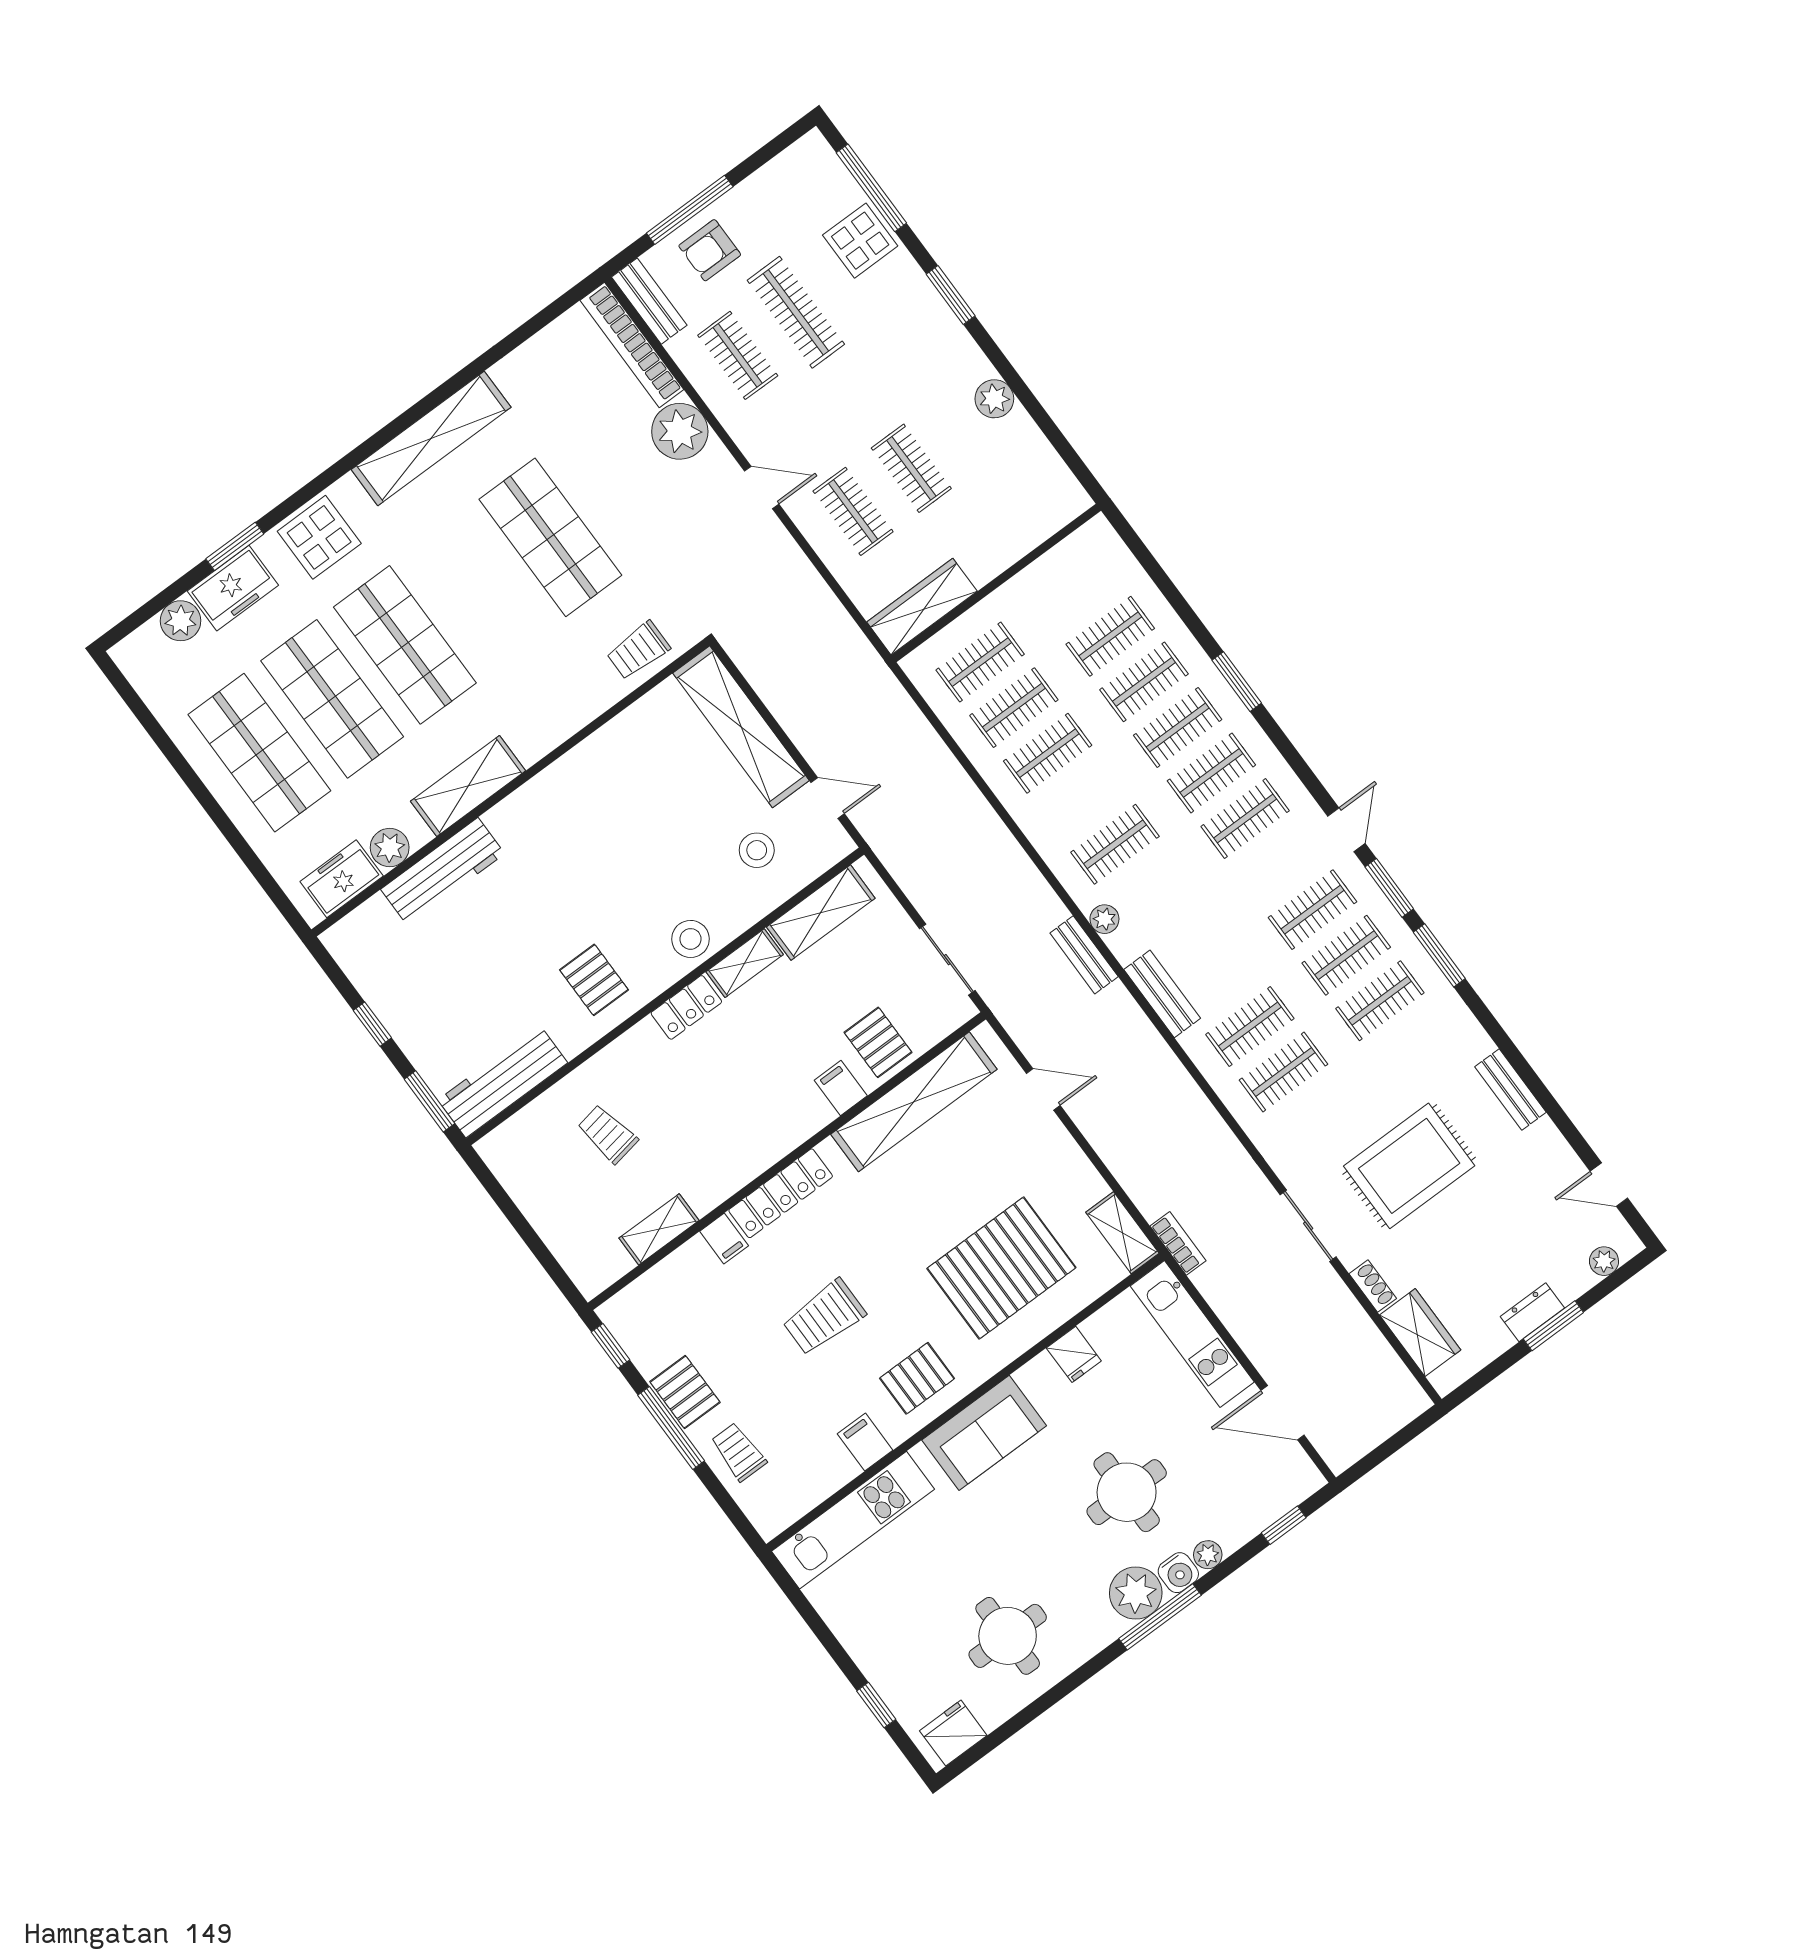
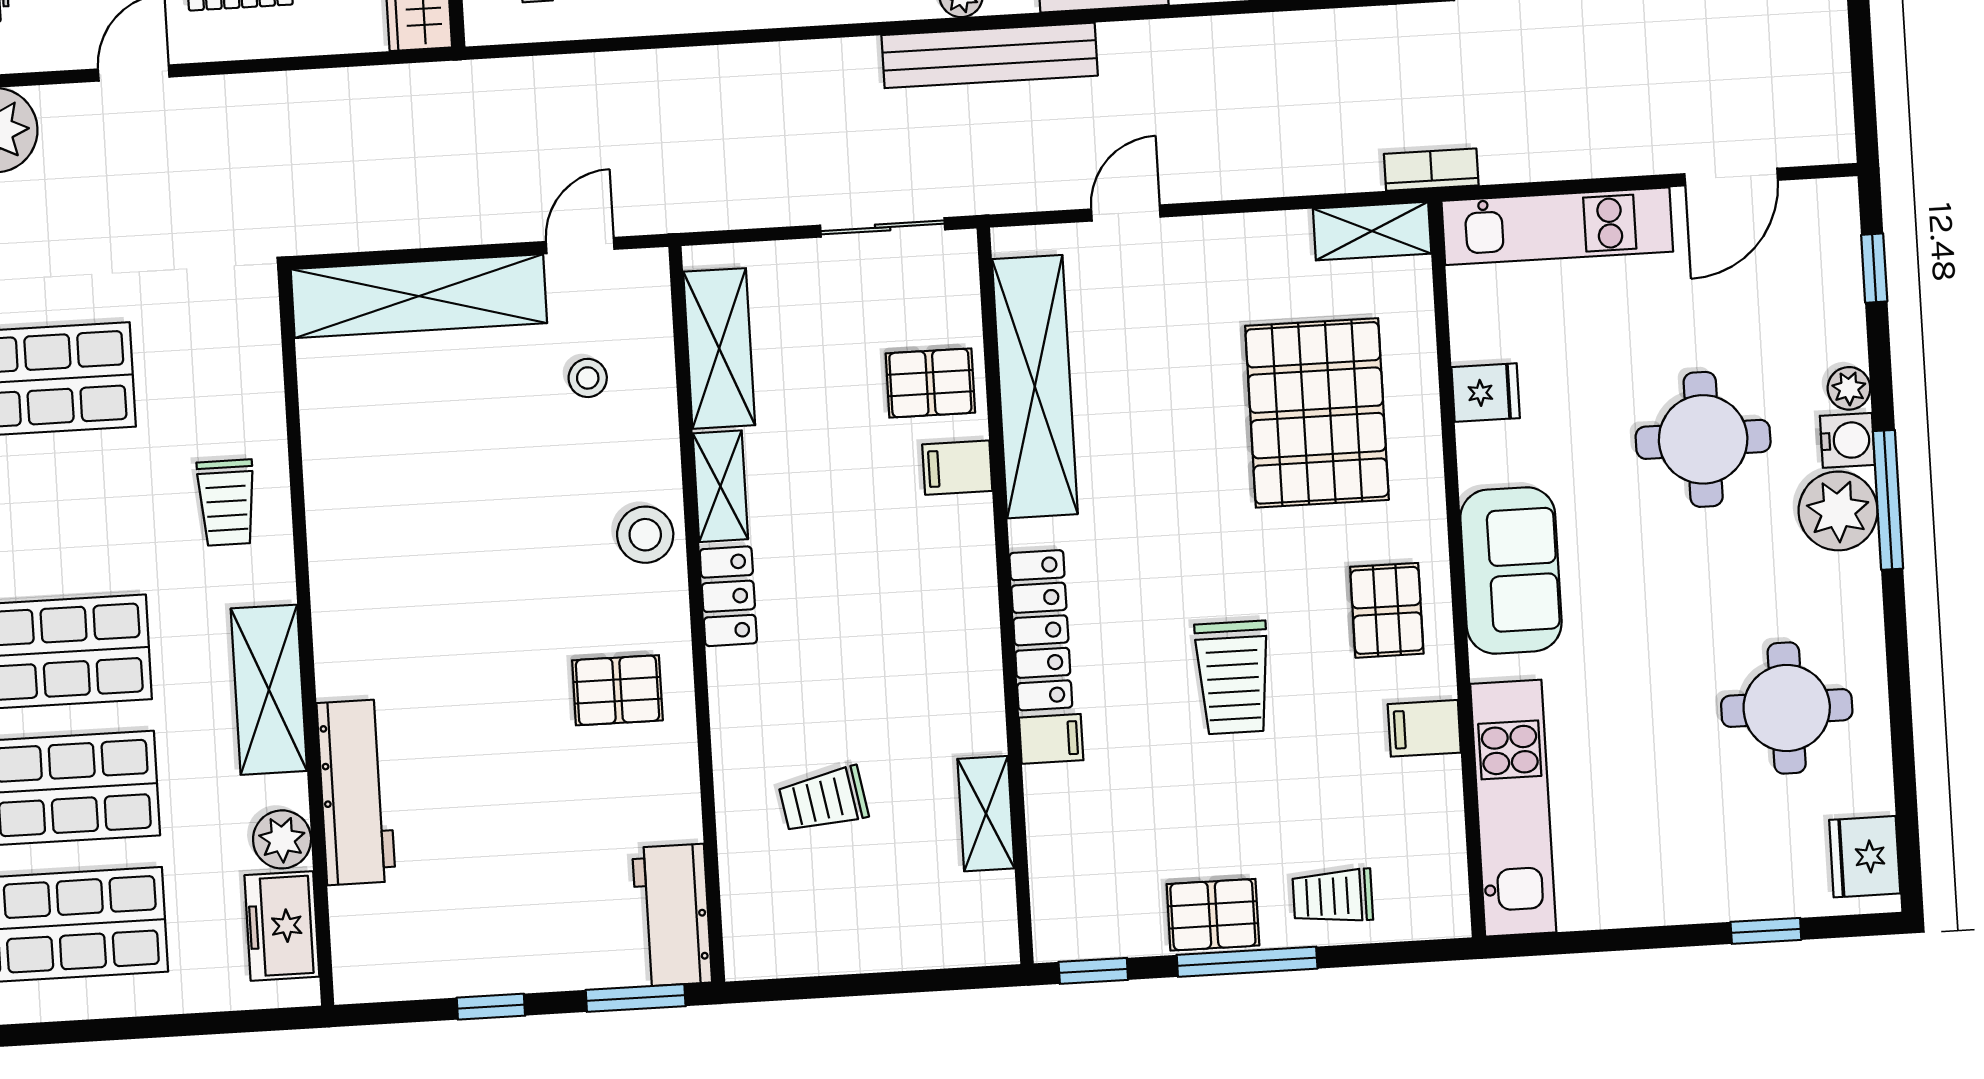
trolley: (638, 650) -> (227, 503), moved
stool: (757, 850) -> (588, 378), width x0.73, depth x0.73
bench: (1084, 955) -> (990, 55), width x1.86, depth x1.21
workbench: (503, 1081) -> (672, 915), width x0.73

